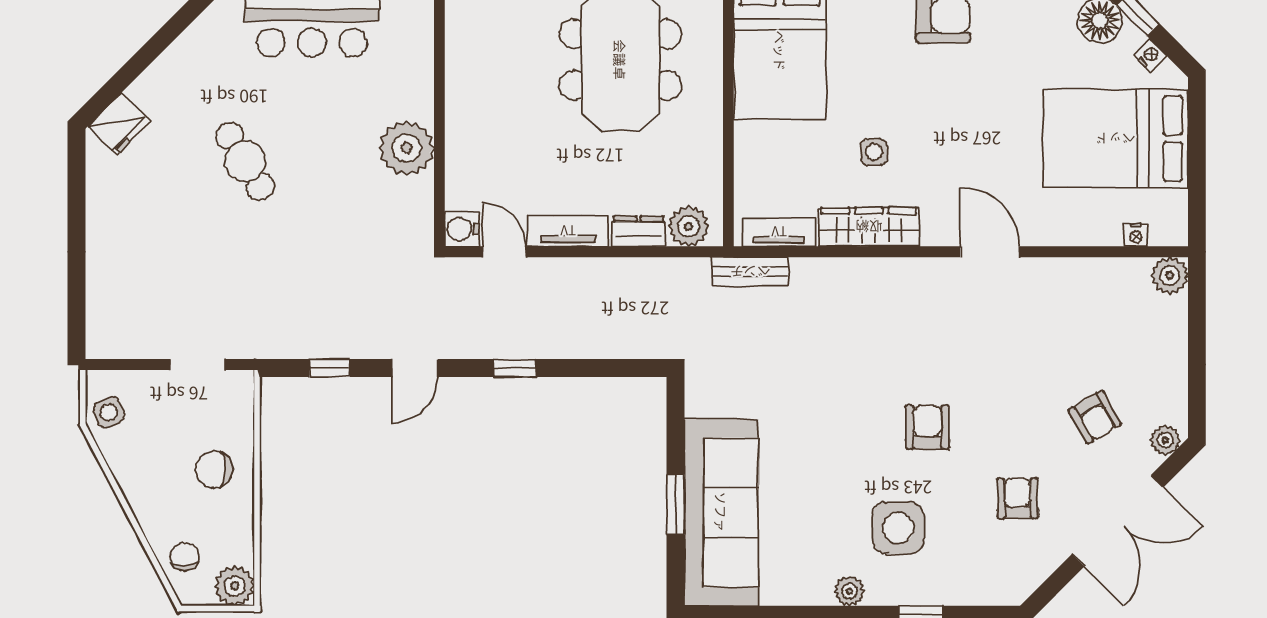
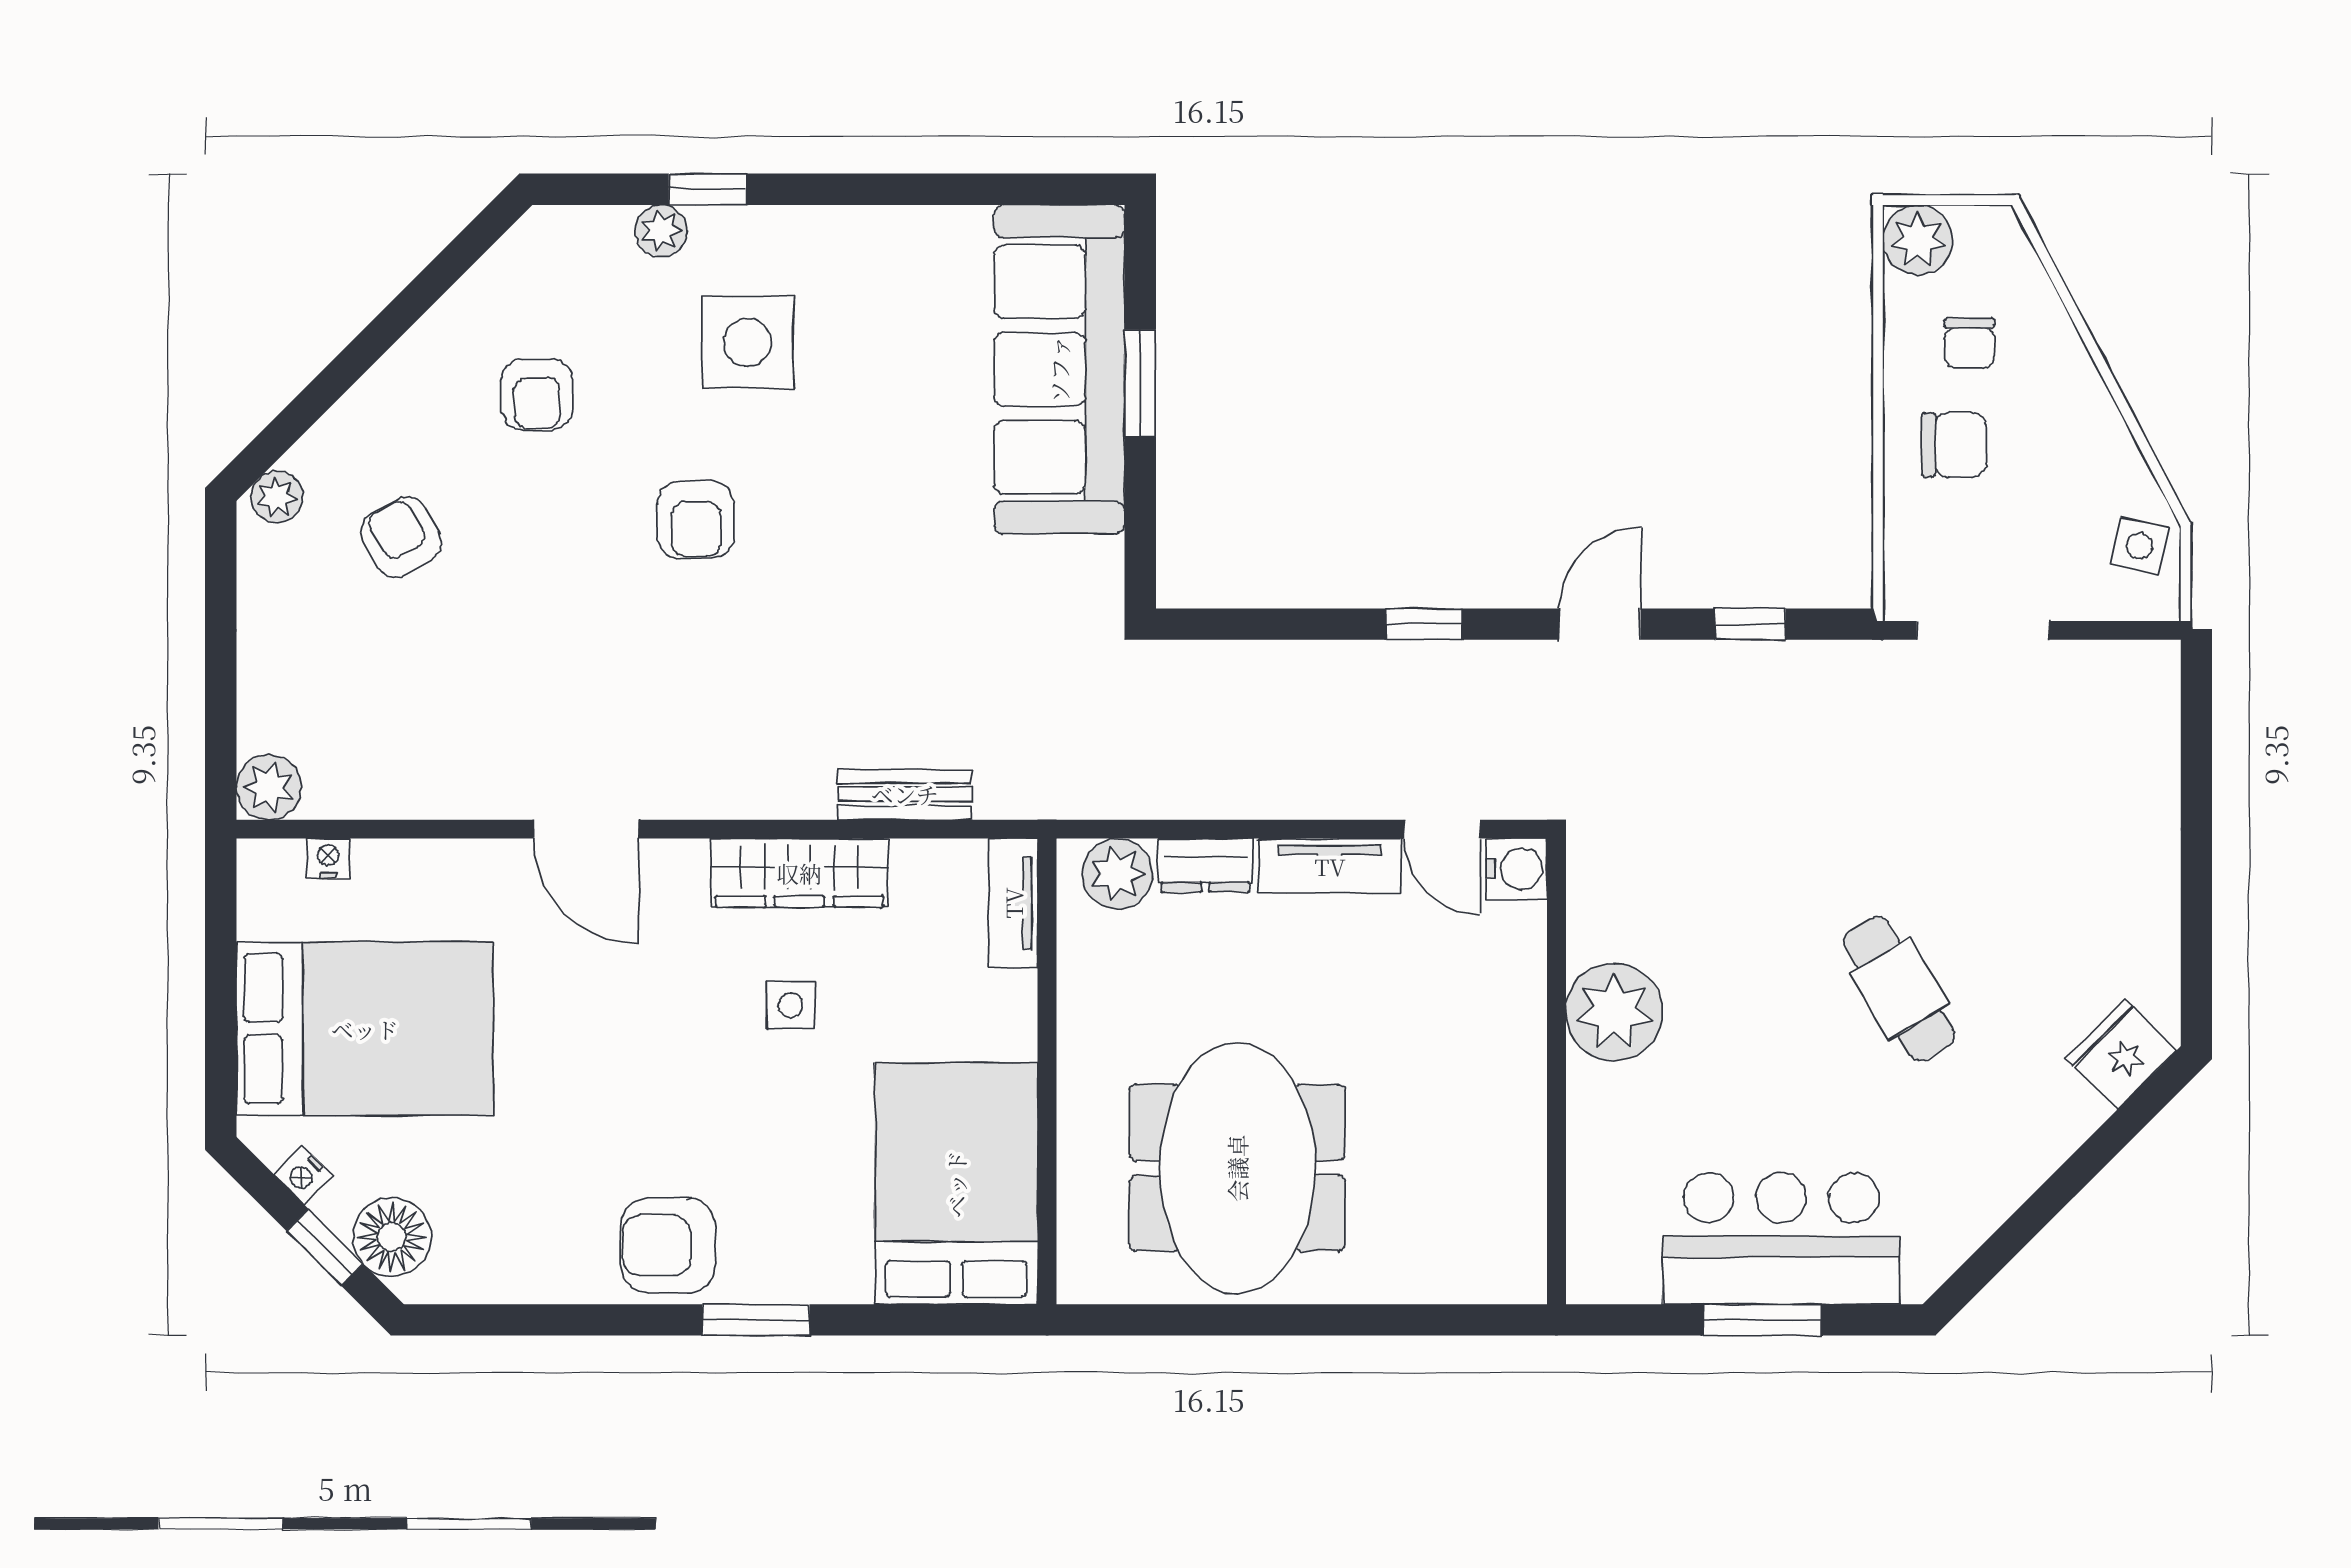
tv unit: (779, 232) -> (1013, 903), moved, turned 90
bench: (750, 272) -> (905, 794), moved
doorway: (198, 364) -> (1983, 630), width x1.38
side table: (109, 412) -> (2140, 546), turned 36
double door: (1118, 521) -> (360, 355), removed
chair: (185, 557) -> (1969, 343), moved
plant: (849, 591) -> (661, 231), moved

